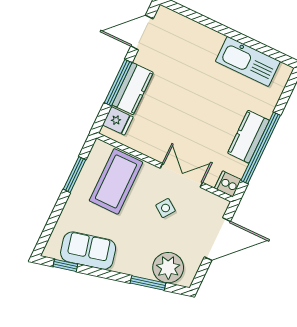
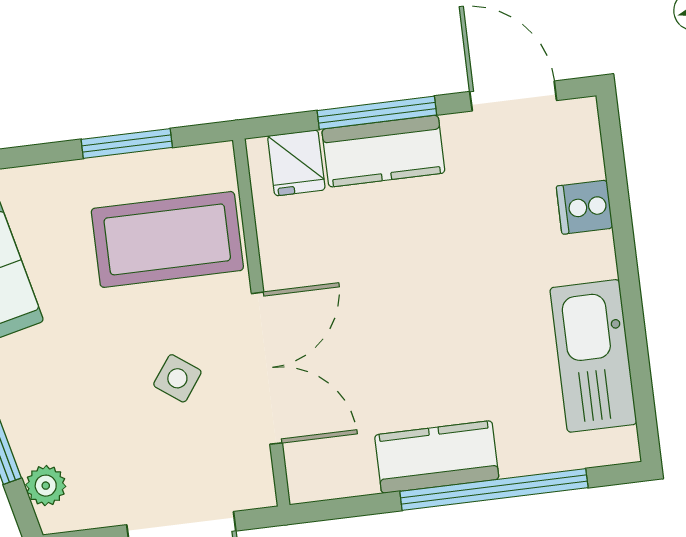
window: (261, 148) -> (494, 489), moved
double door: (181, 175) -> (267, 368), width x1.37
cooker: (228, 184) -> (585, 207), moved, turned -90
plant: (168, 268) -> (46, 486), width x0.53, depth x0.53

